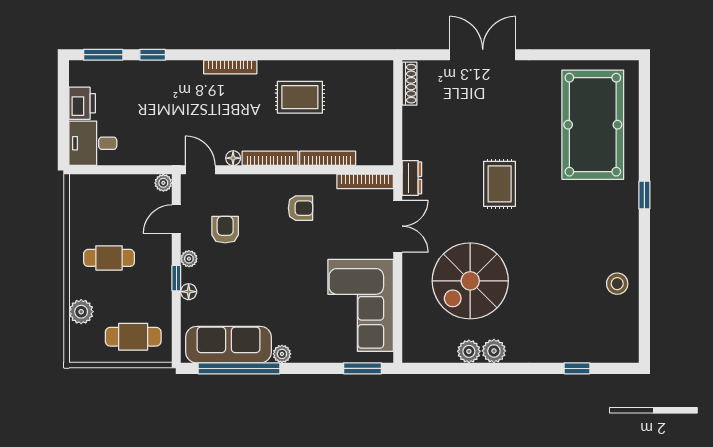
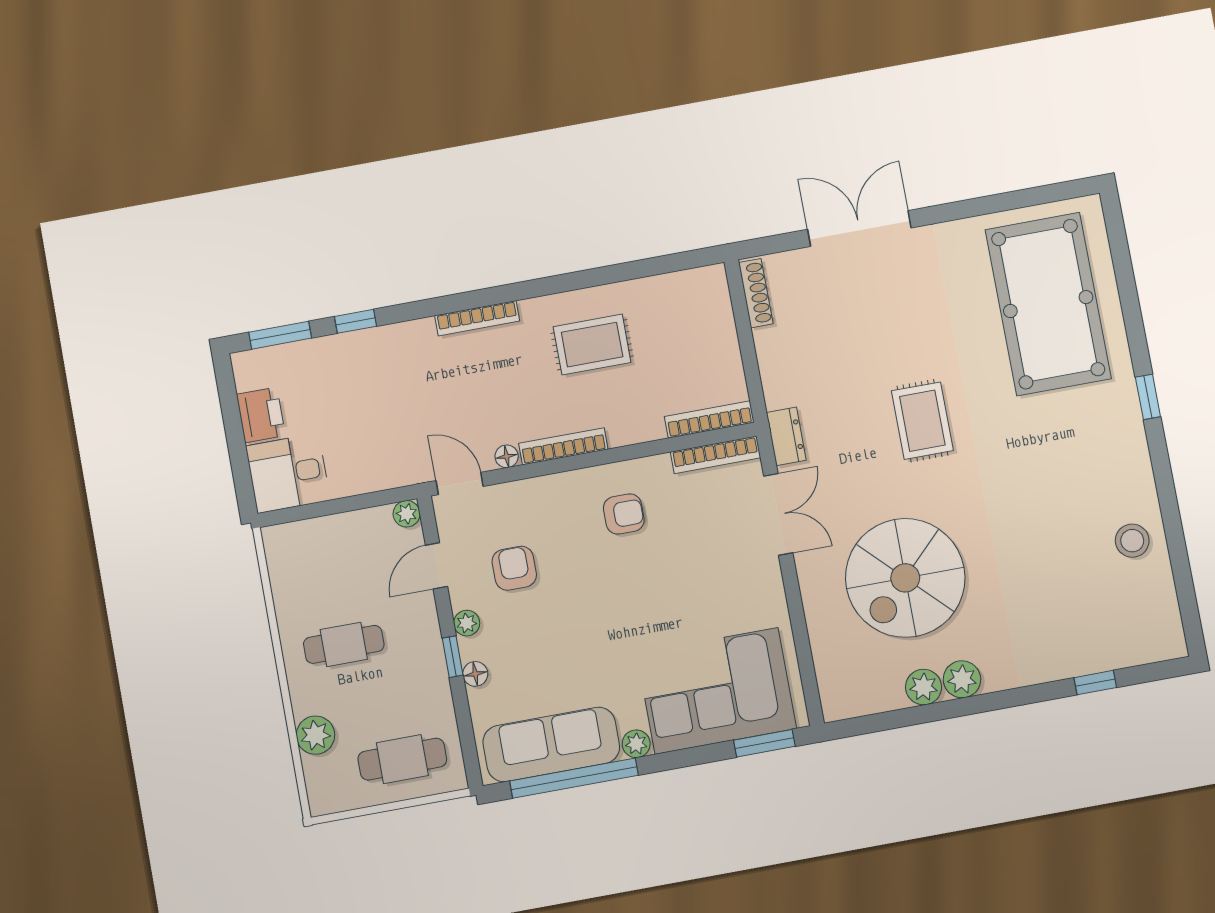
bookcase: (328, 158) -> (709, 419), moved
corner sofa: (361, 305) -> (717, 691), moved, turned 90

